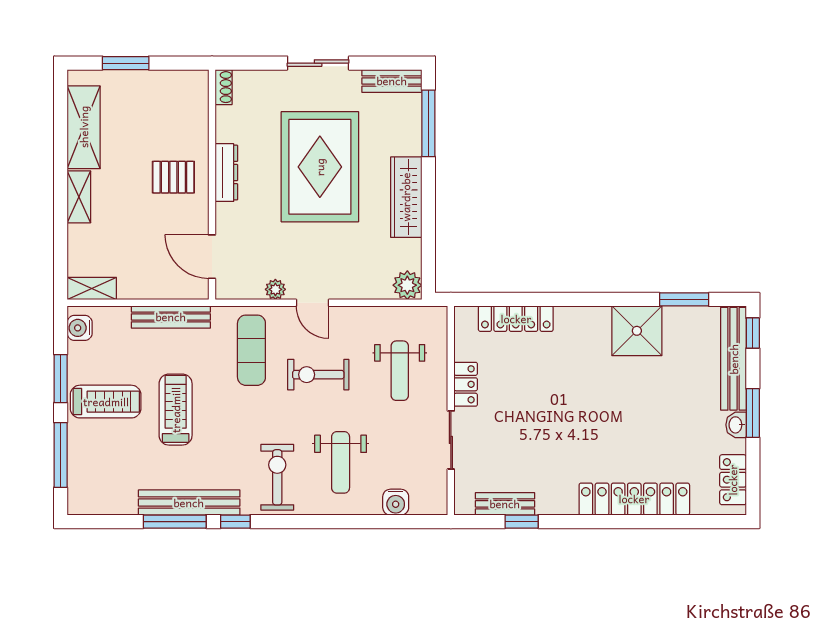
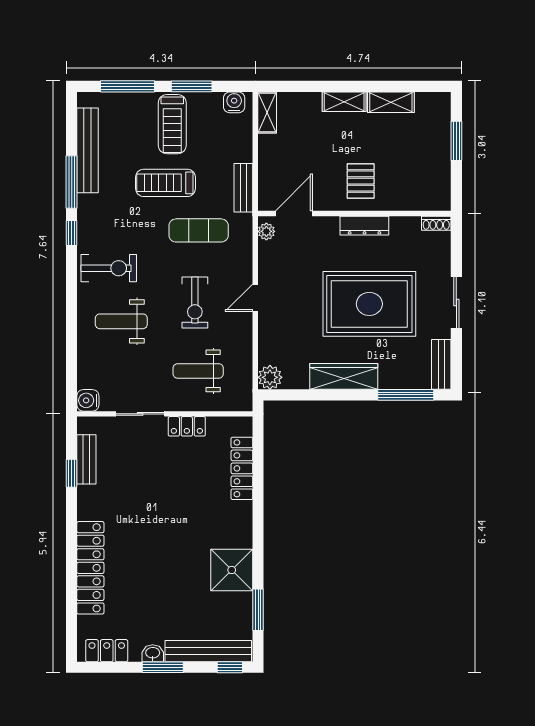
shelving: (84, 127) -> (391, 102), width x0.67, depth x0.75
plant: (275, 289) -> (266, 231), moved
bench: (171, 317) -> (243, 188), width x0.73
exercise mat: (251, 350) -> (199, 230), moved
exercise bike: (318, 375) -> (195, 303), turned 180
treadmill: (176, 410) -> (166, 183), turned 180
water cooler: (396, 502) -> (88, 400), moved
bench: (189, 503) -> (88, 150), moved

